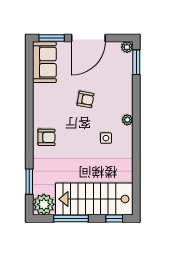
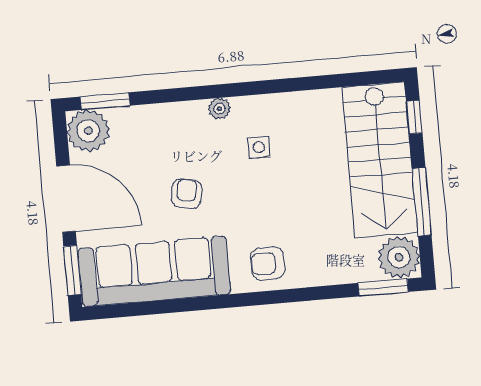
plant: (127, 47) -> (88, 131), width x1.87, depth x1.87
sofa: (44, 62) -> (154, 271), width x1.85, depth x1.27
armchair: (47, 137) -> (267, 263), turned -90
window: (29, 182) -> (383, 287), moved

